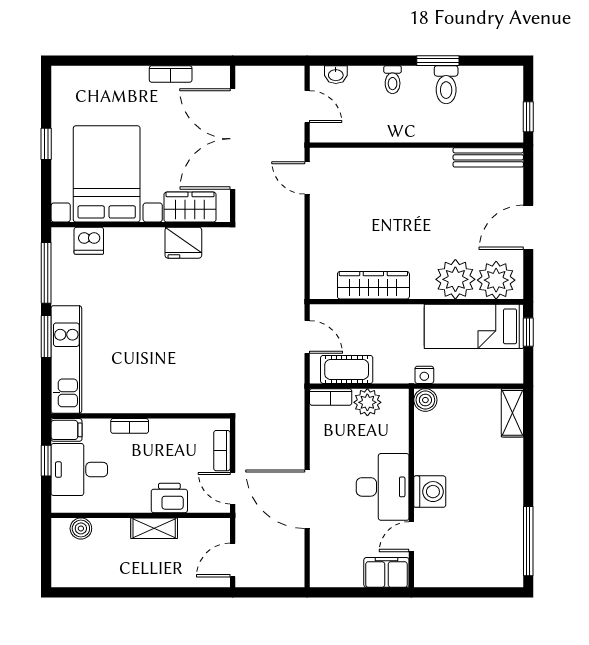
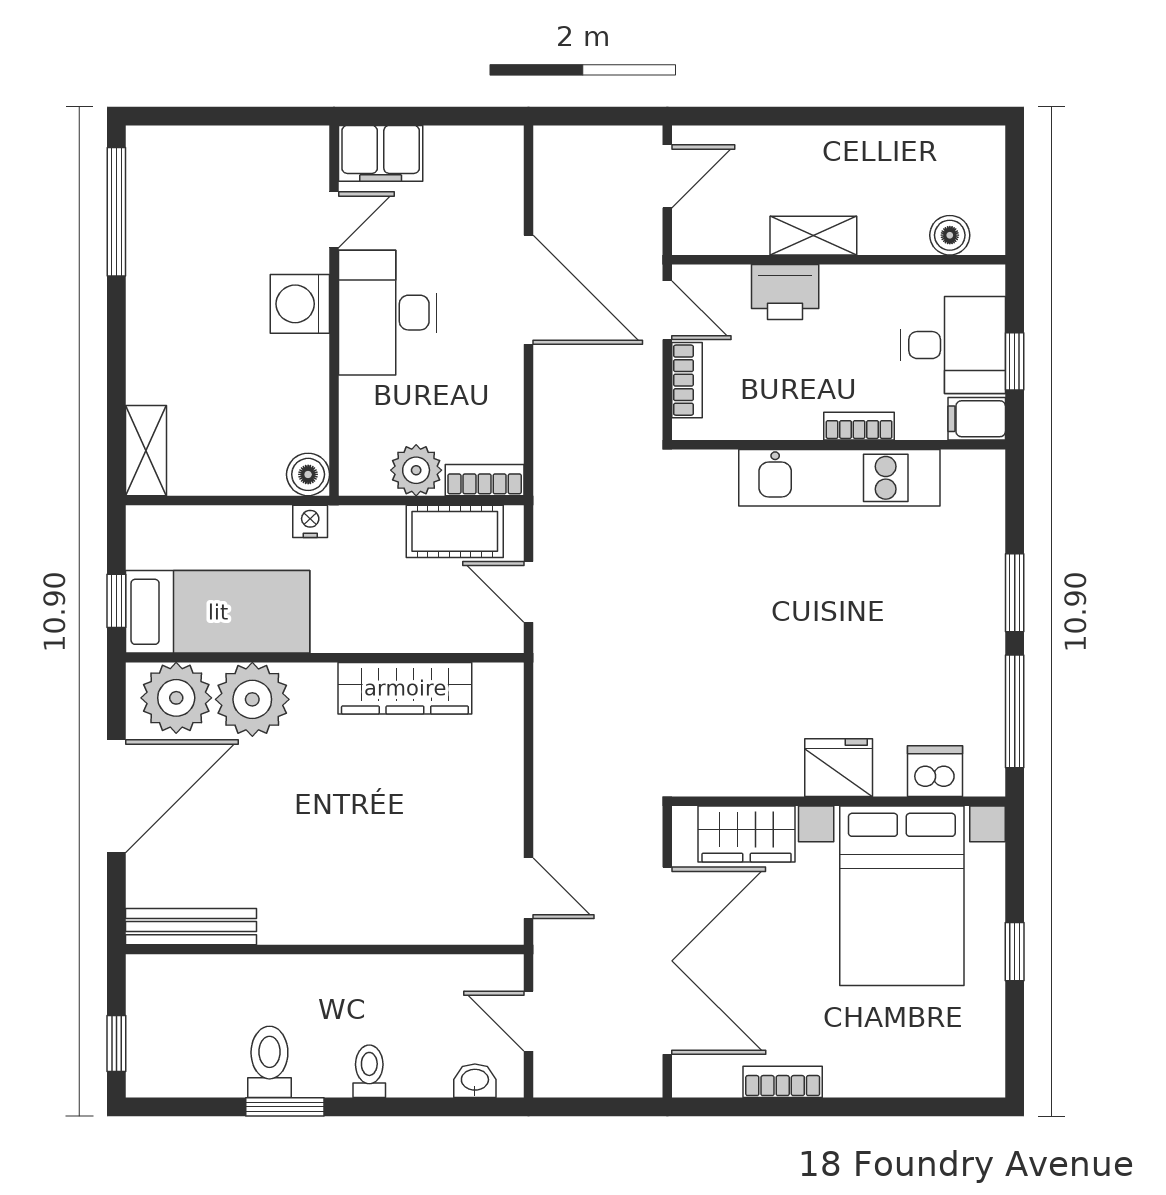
window: (528, 117) -> (116, 1043), moved
door: (528, 227) -> (116, 796), width x1.36
fridge: (183, 243) -> (839, 768), moved
kitchen unit: (66, 359) -> (839, 478), moved, turned -90

